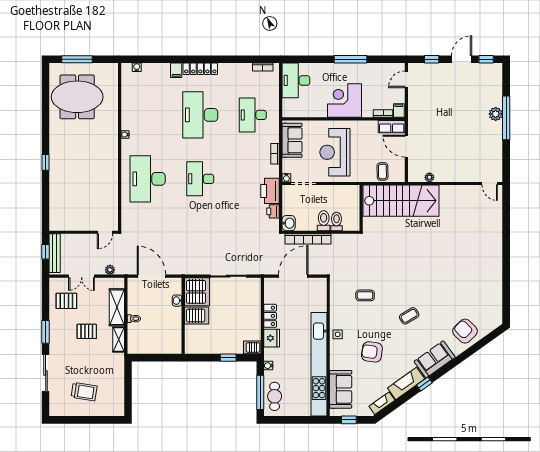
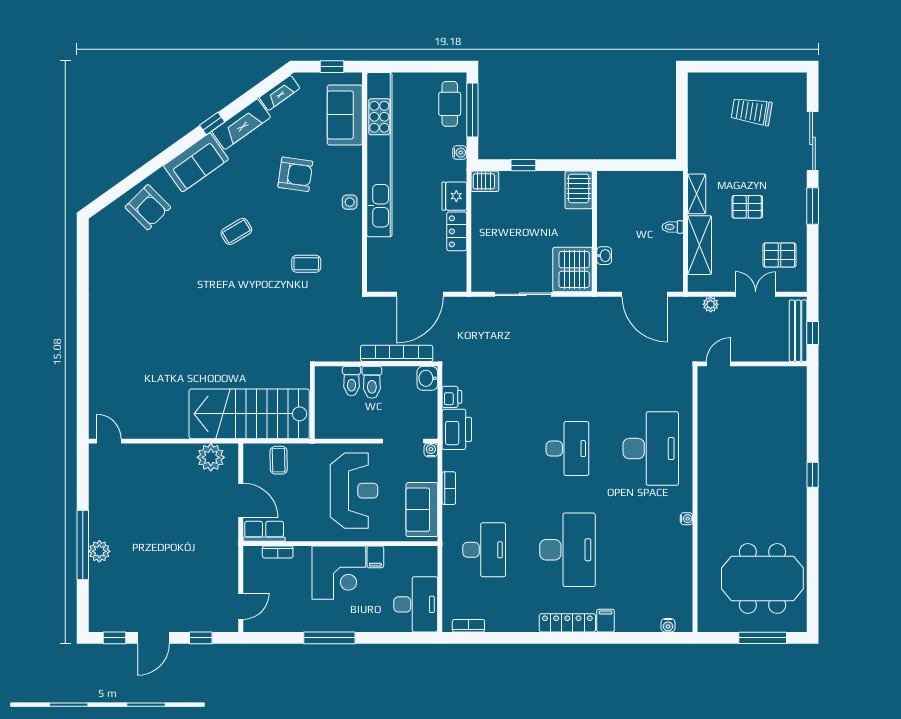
filing cabinet: (399, 110) -> (375, 557), moved
plant: (429, 177) -> (211, 457), width x1.87, depth x1.87
server rack: (197, 316) -> (579, 190), moved, turned -90

